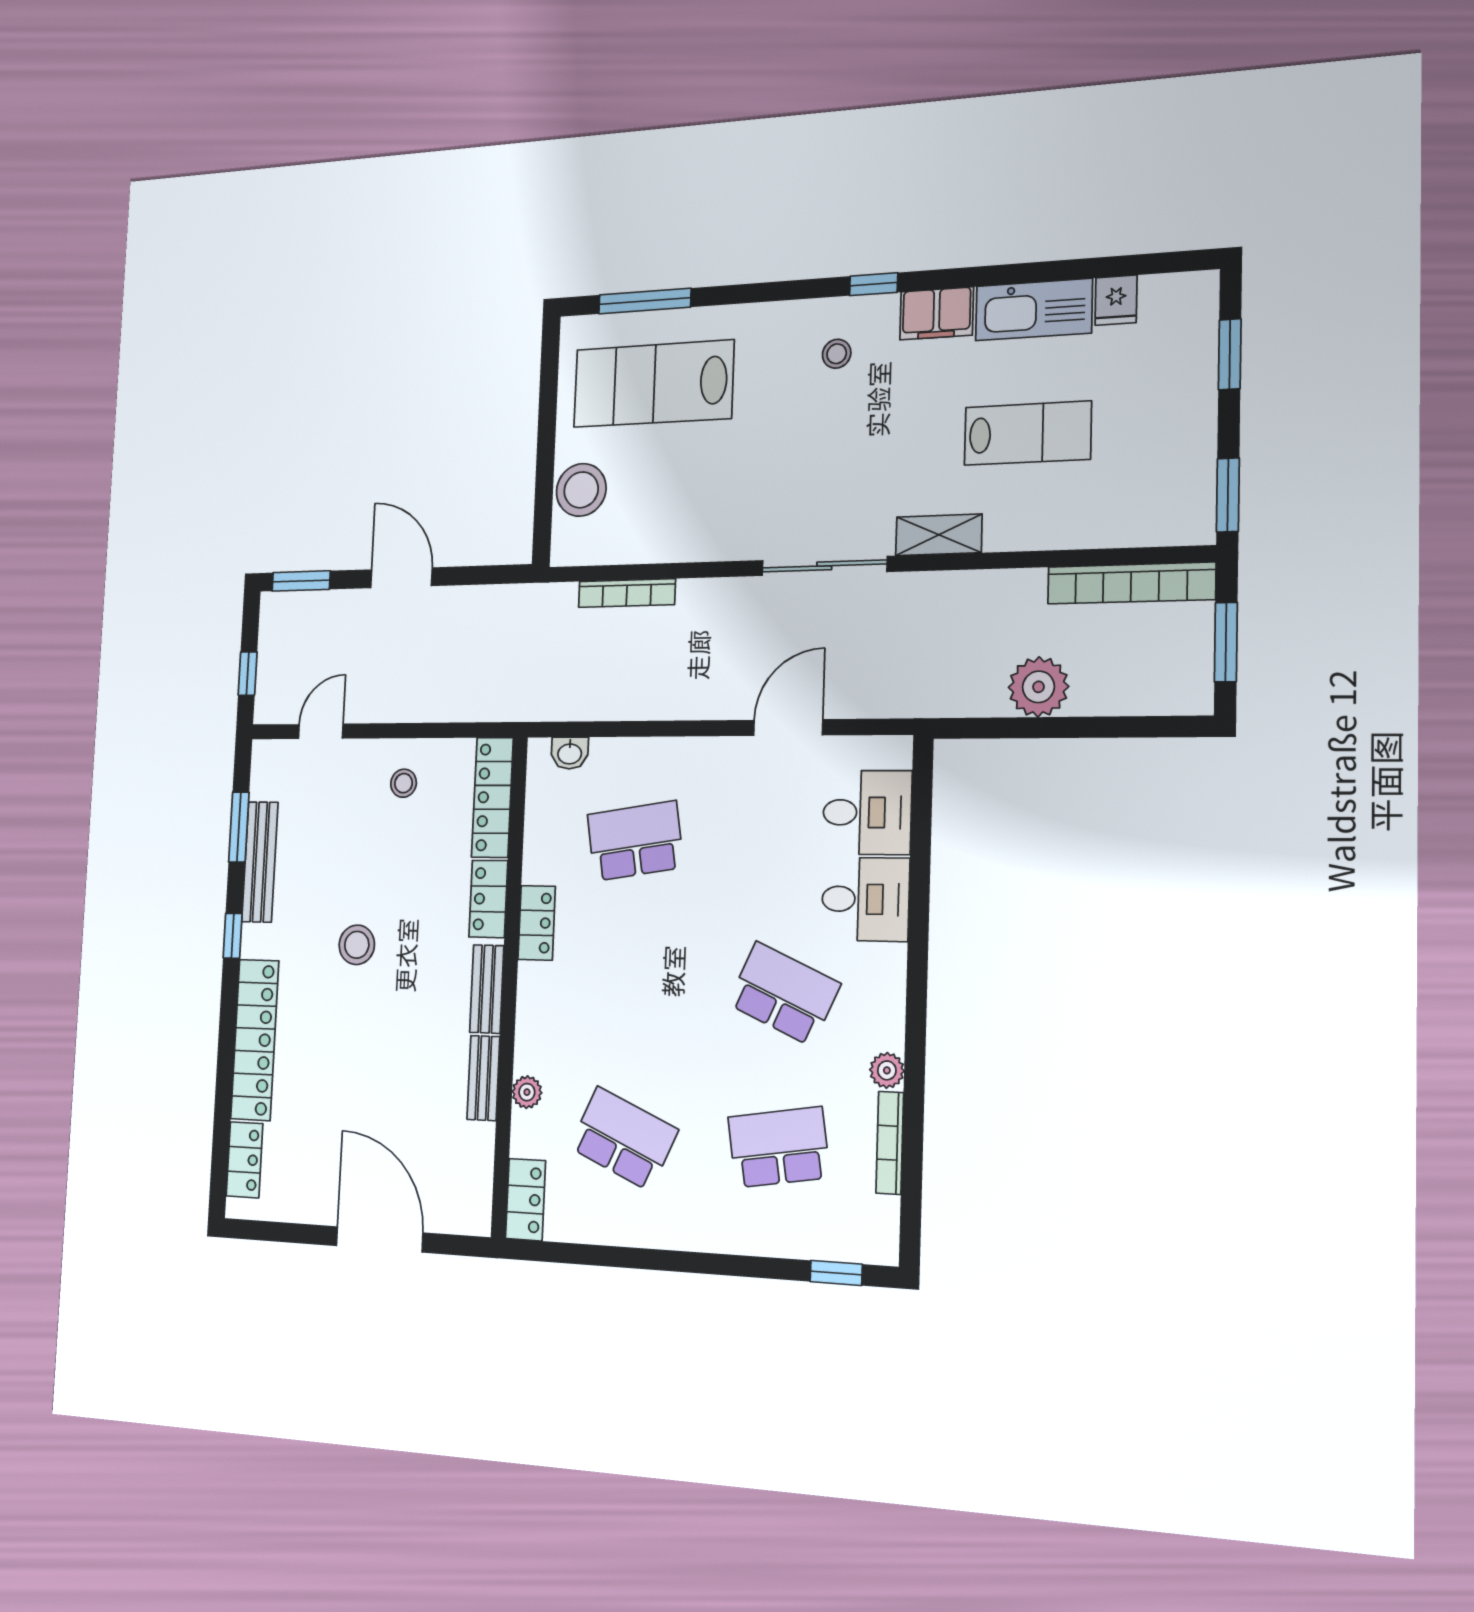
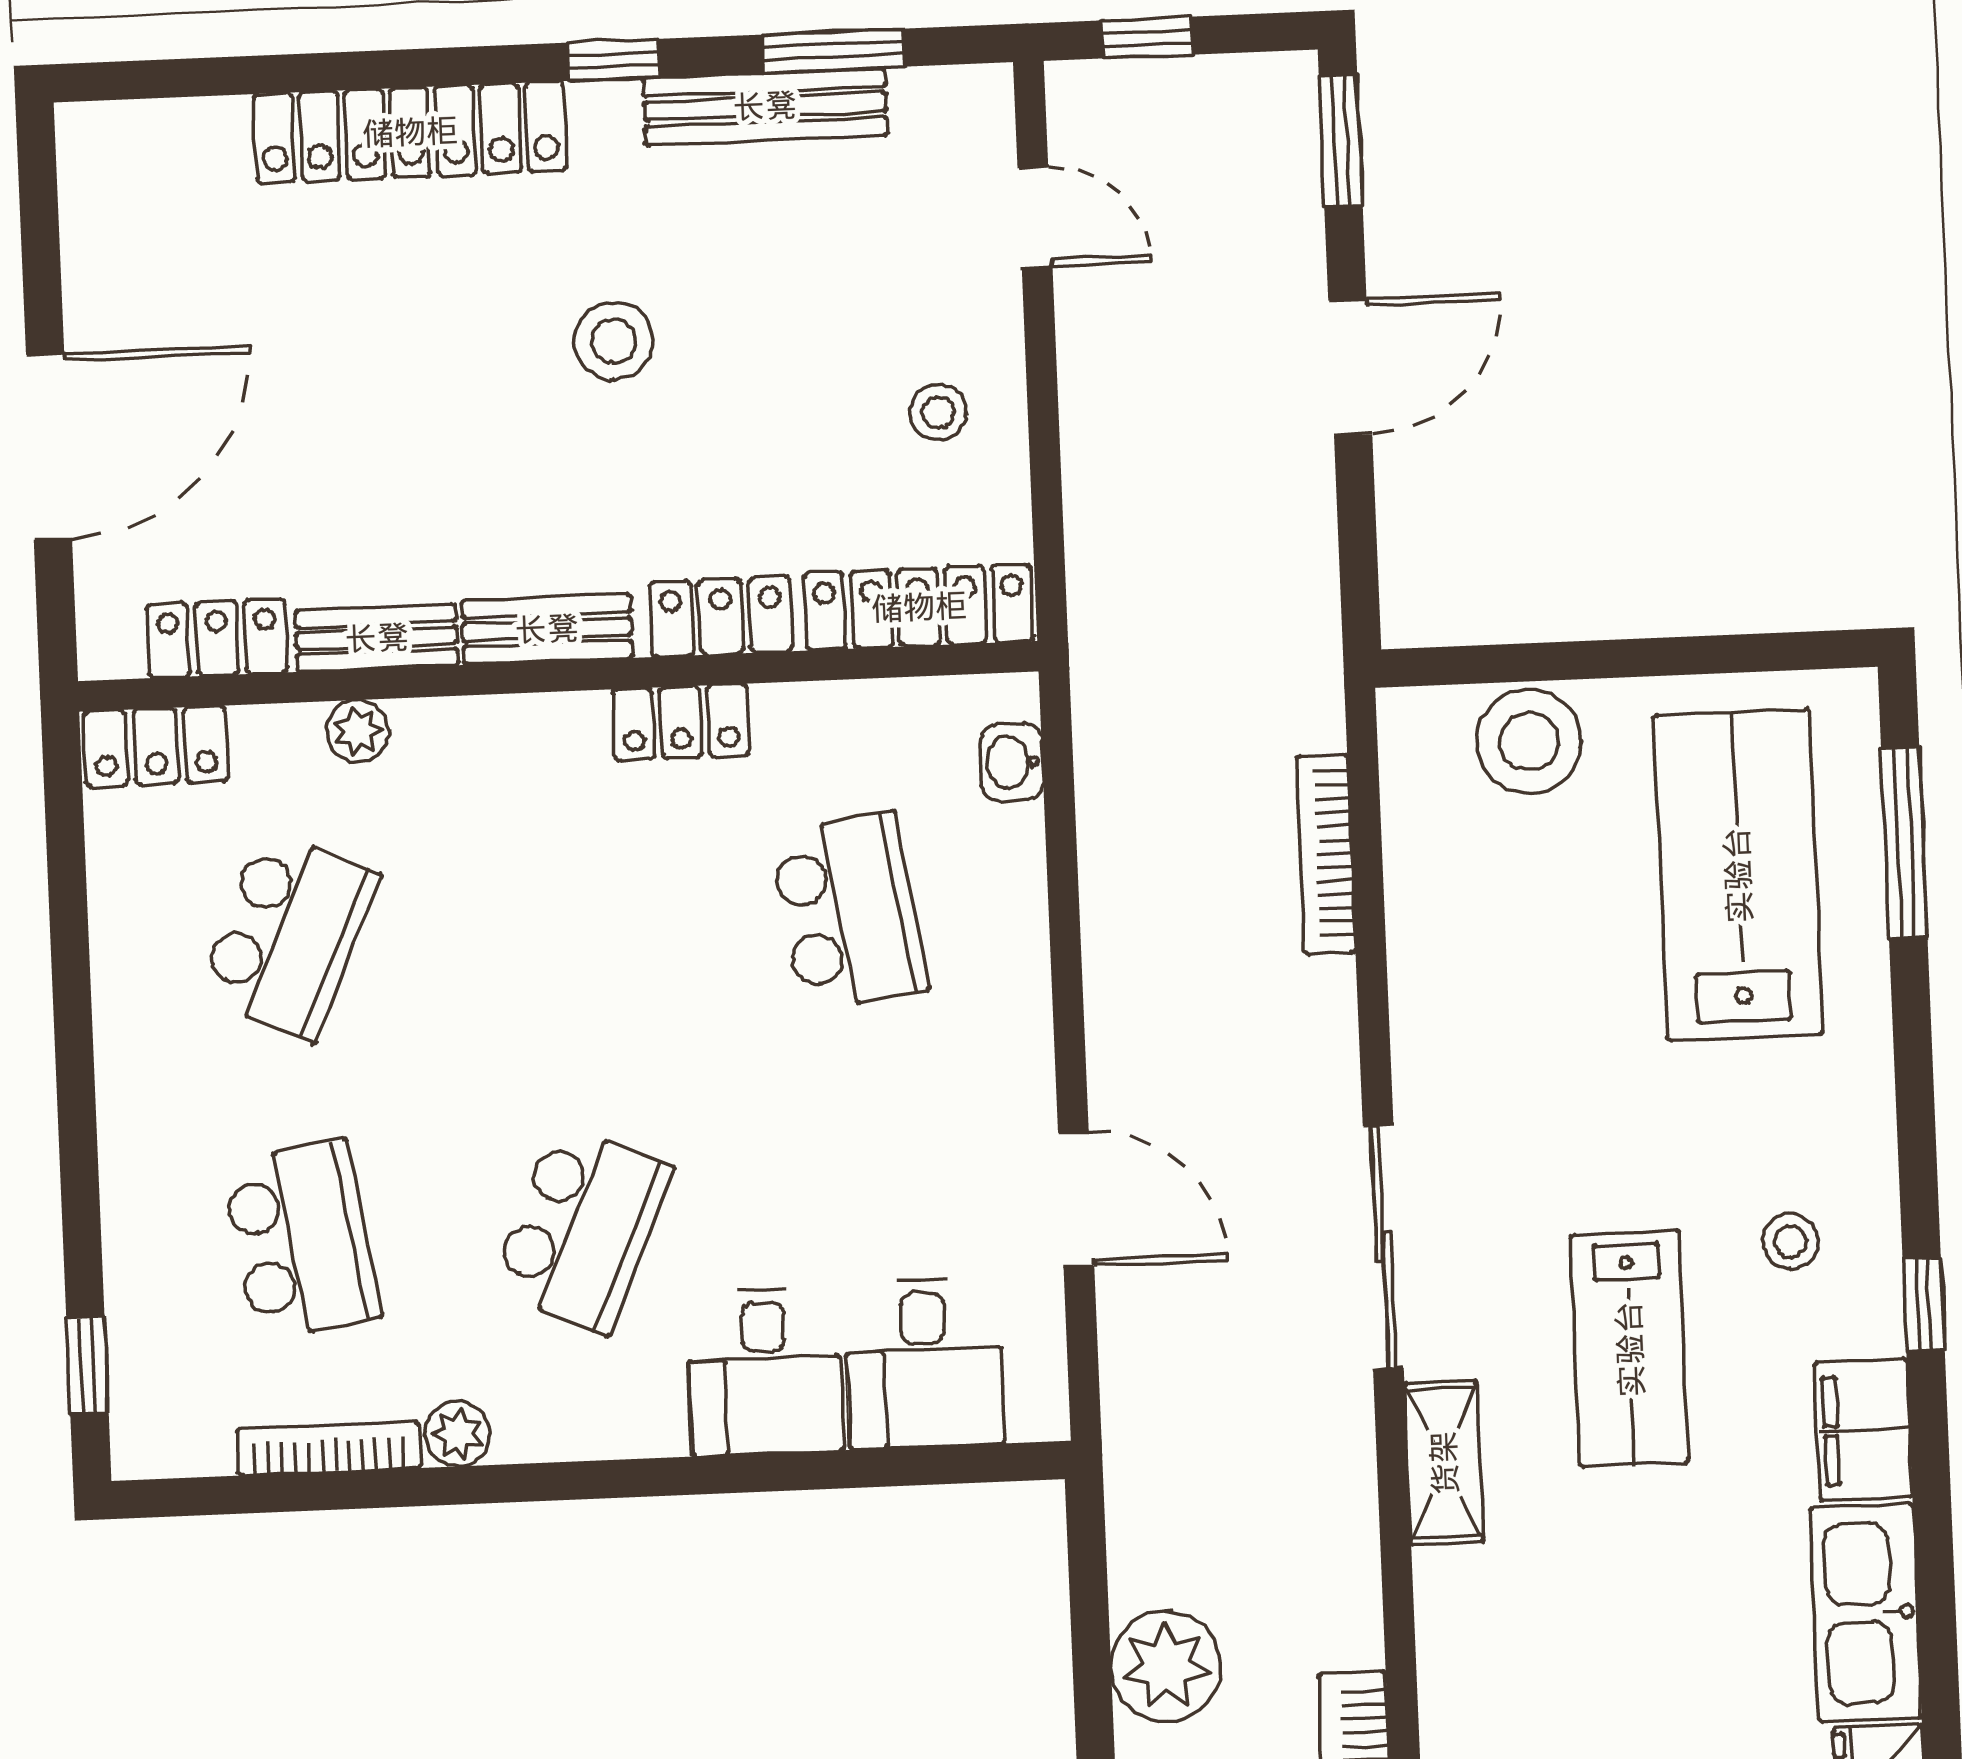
lab bench: (1028, 433) -> (1630, 1349), moved
locker: (245, 1160) -> (217, 638), moved, turned 180

